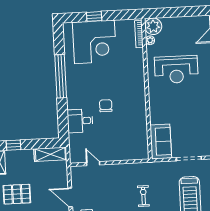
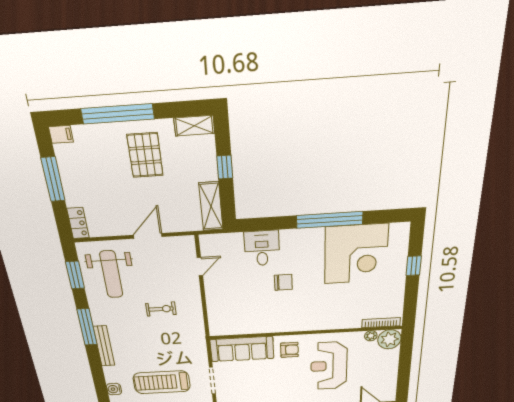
corner desk: (94, 42) -> (356, 254), moved, turned -90
armchair: (162, 100) -> (290, 350), added
sofa: (161, 141) -> (242, 349), width x1.36
window: (13, 145) -> (225, 167), moved
exercise bike: (143, 196) -> (161, 309), moved

